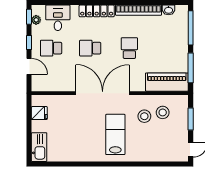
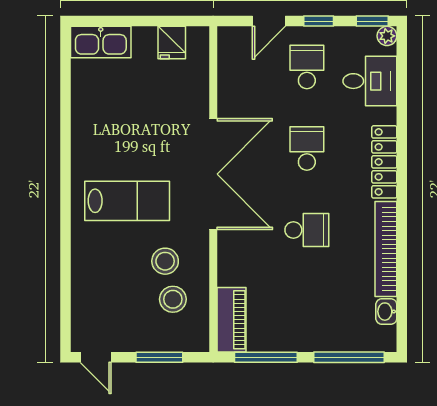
plant: (36, 20) -> (387, 36), moved
piano: (167, 82) -> (231, 320), width x0.73, depth x0.75

